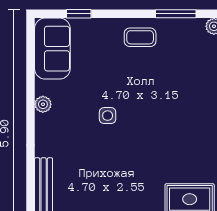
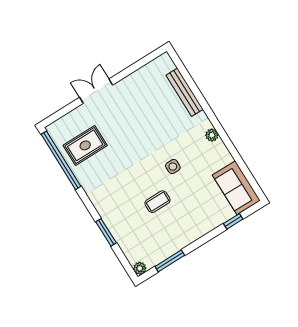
coffee table: (140, 37) -> (157, 202), moved
plant: (43, 104) -> (212, 135), moved

